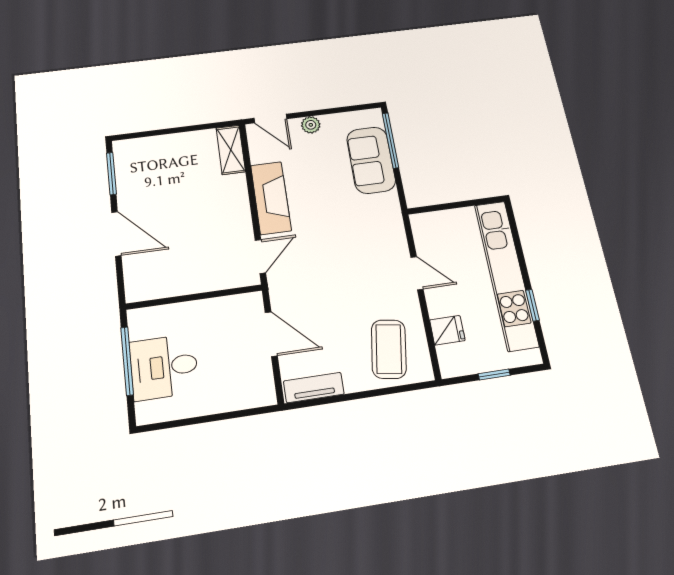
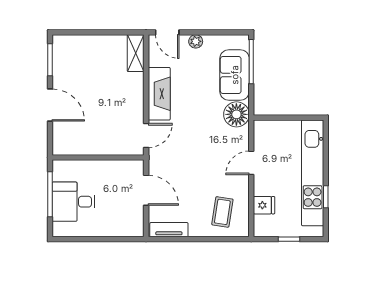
floor lamp: (383, 211) -> (236, 114), added
door: (417, 273) -> (251, 163), swing flipped
coffee table: (389, 349) -> (222, 212), width x0.73, depth x0.77

